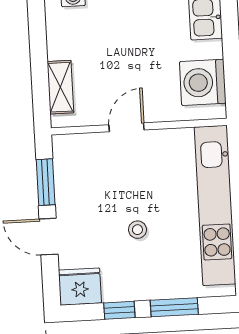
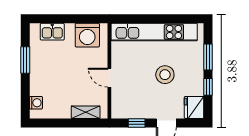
window: (46, 182) -> (137, 123), width x0.67
stool: (137, 230) -> (165, 75), width x1.89, depth x1.89

